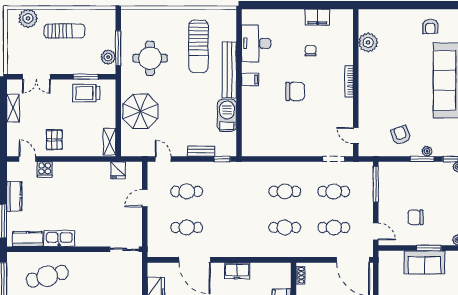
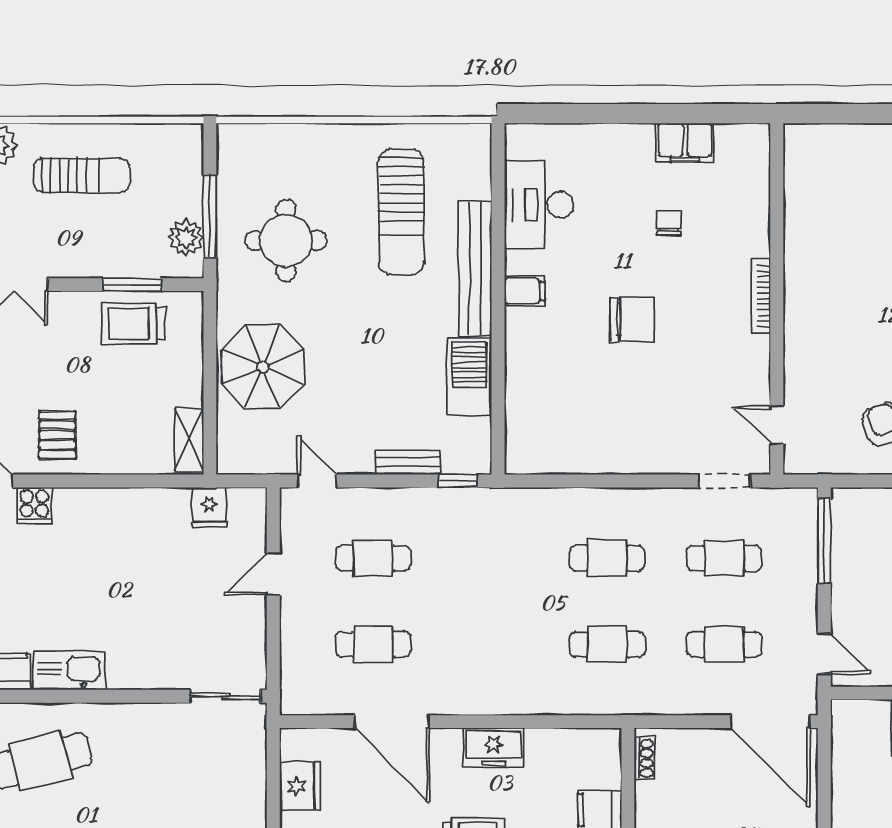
plant: (368, 42) -> (806, 203), removed

